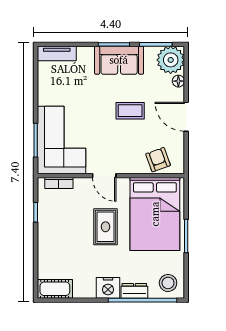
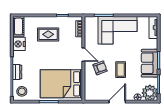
corner sofa: (61, 140) -> (118, 30), moved
armchair: (158, 160) -> (100, 68), moved
door: (104, 176) -> (83, 55), swing flipped
rug: (105, 227) -> (48, 34), moved
nightstand: (108, 288) -> (19, 44), moved

